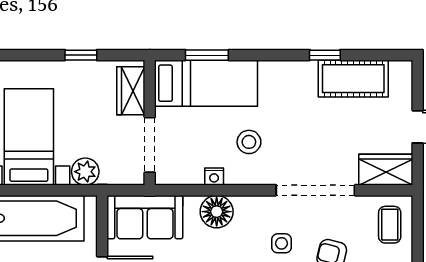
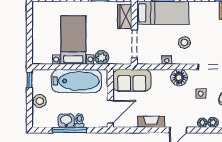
floor lamp: (217, 212) -> (179, 78), moved

